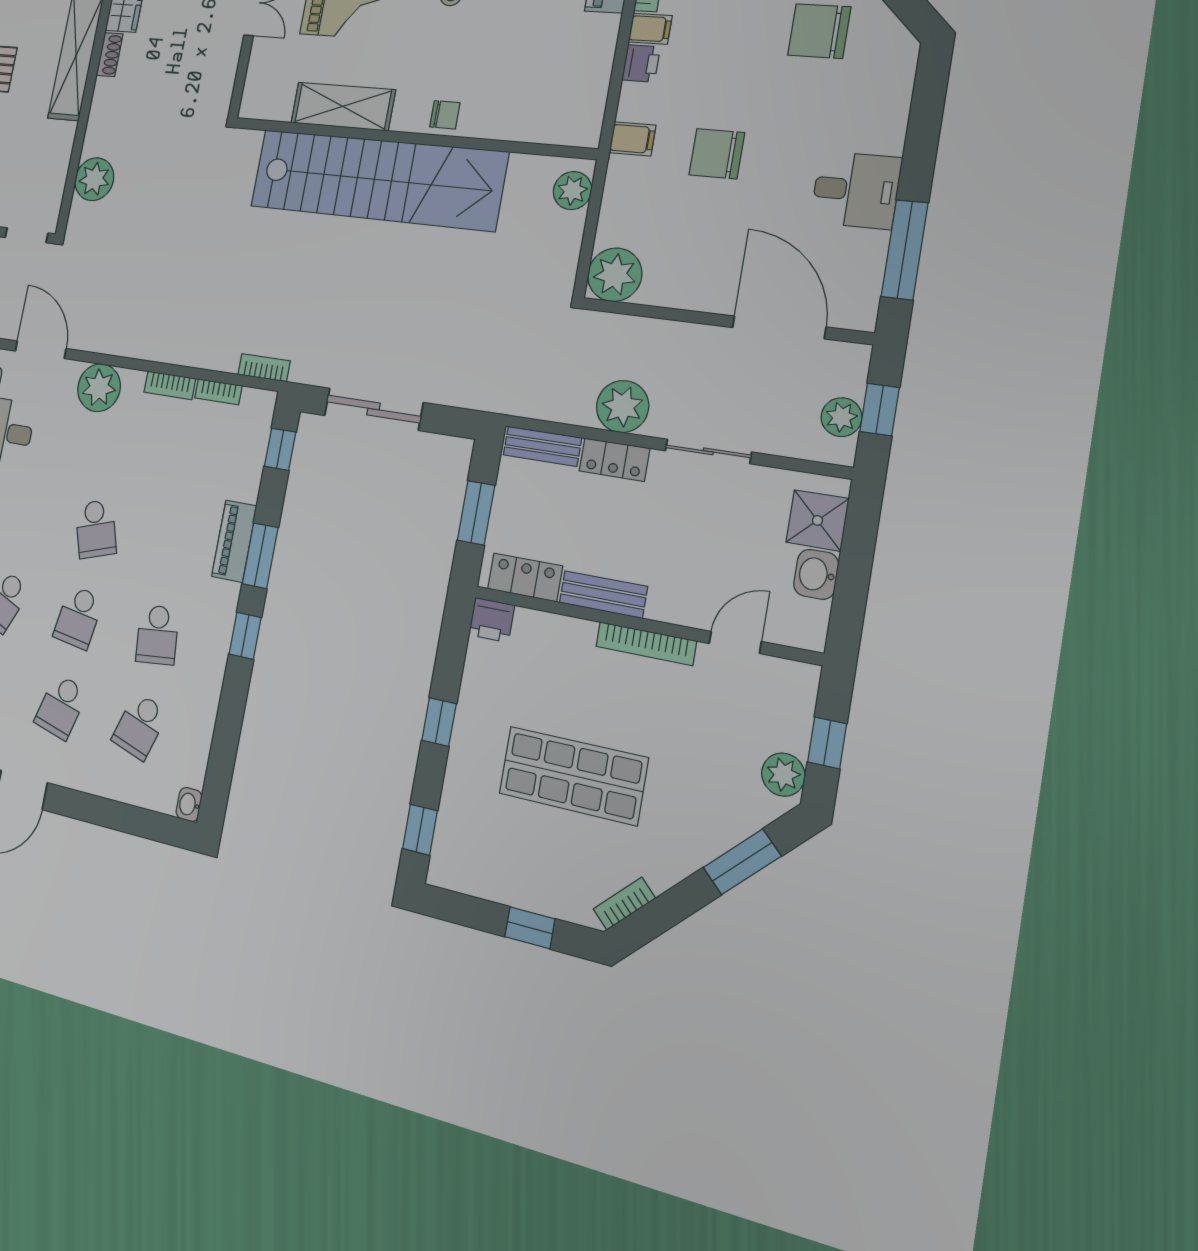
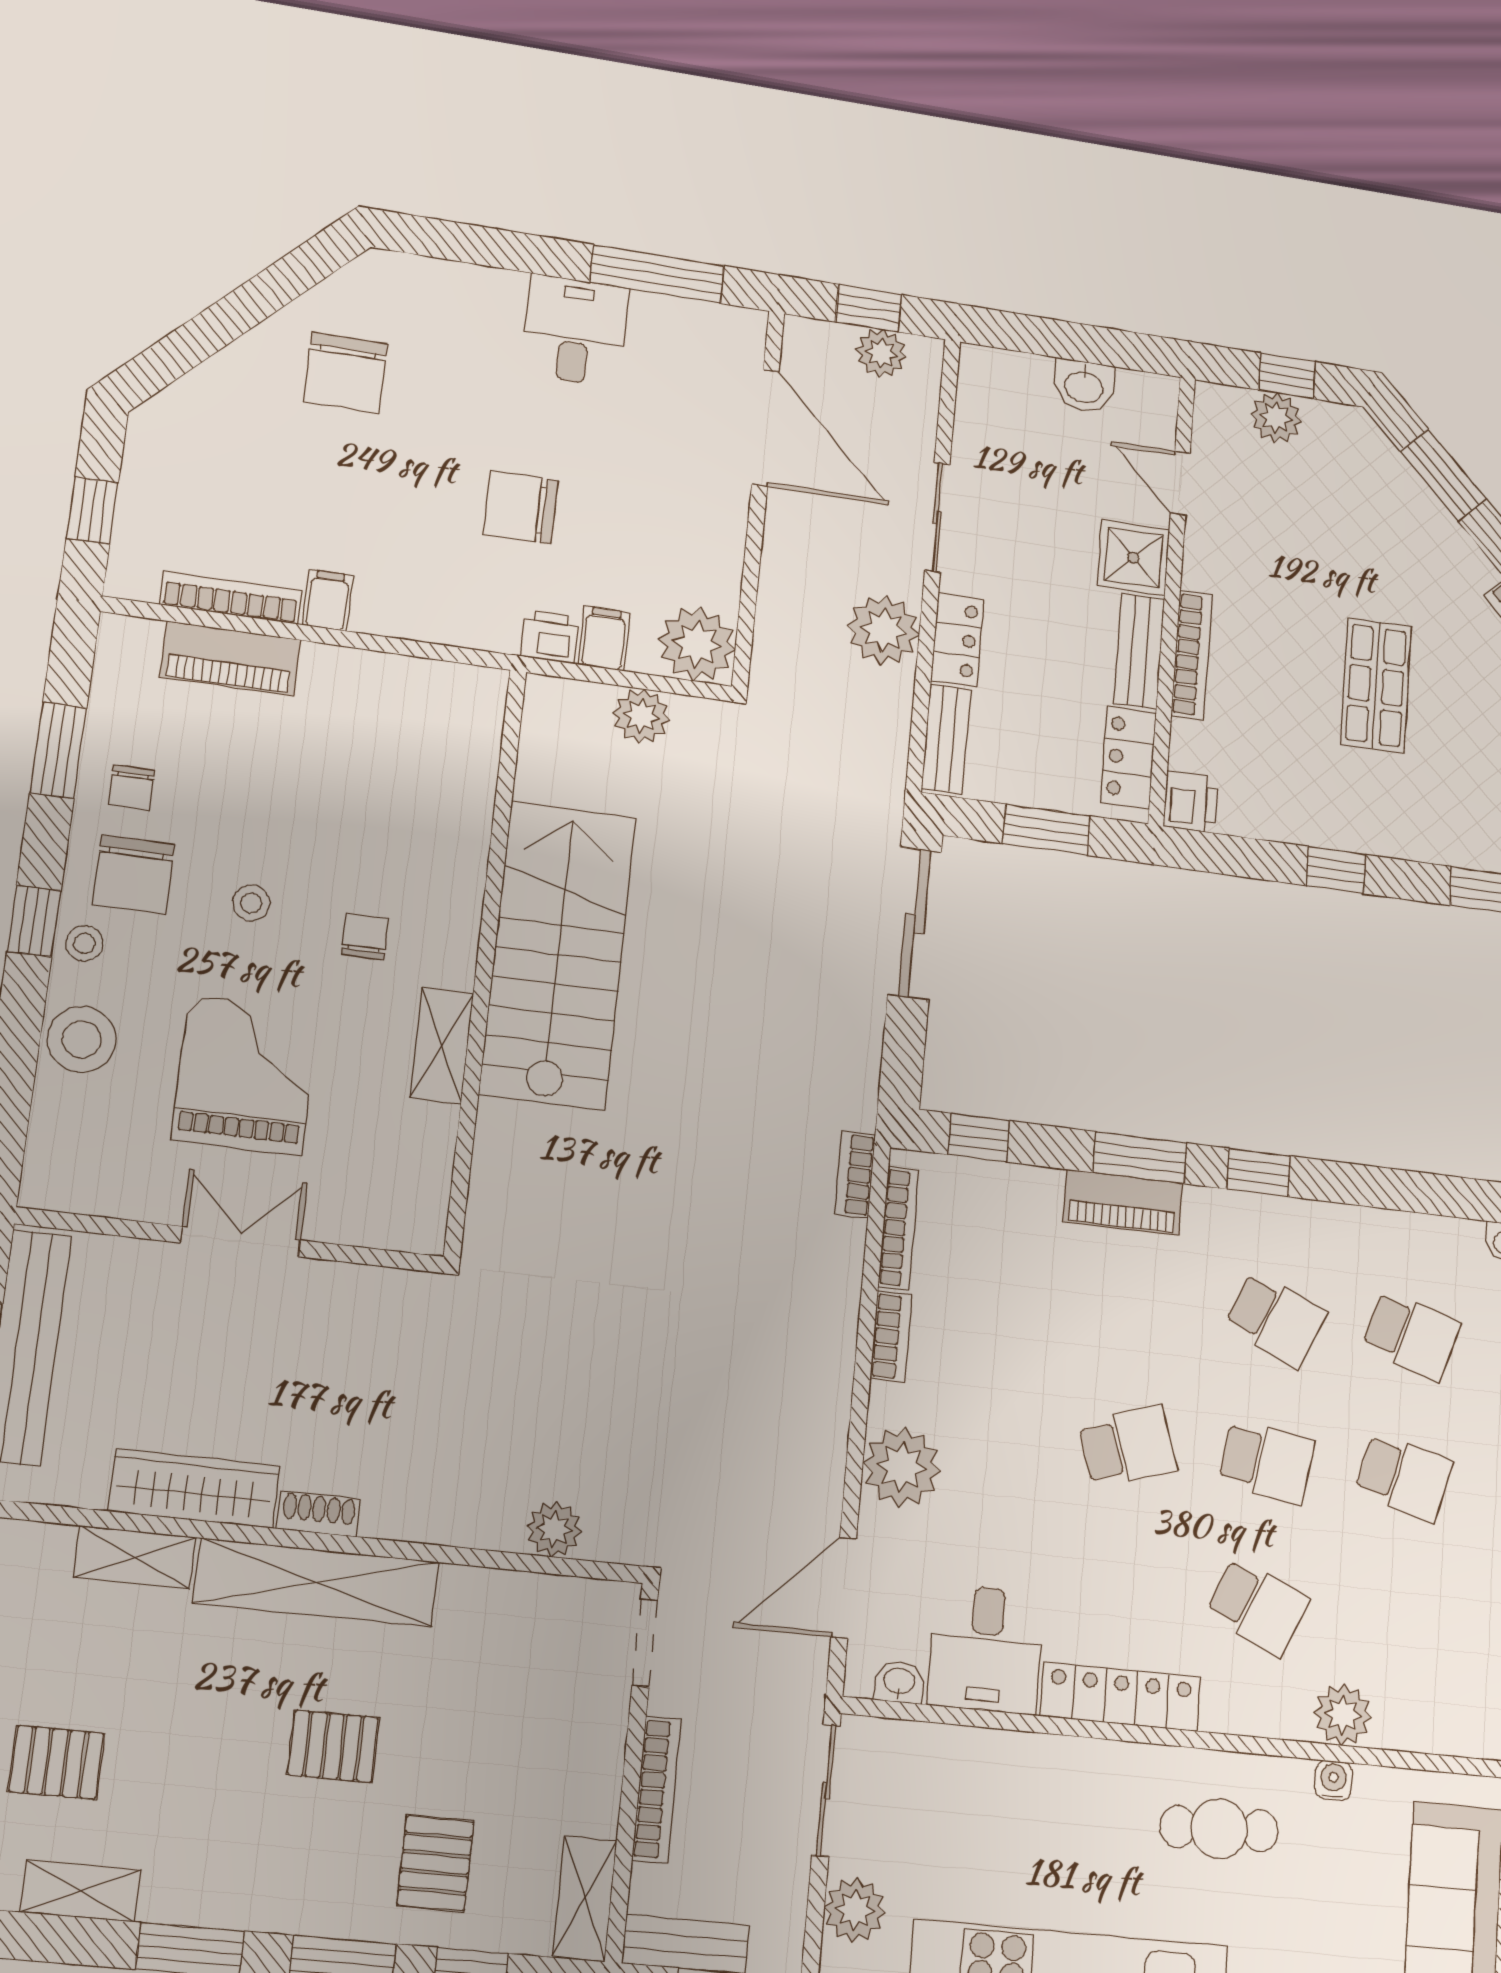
printer: (641, 63) -> (549, 637), moved
shelving: (343, 106) -> (442, 1046), width x0.67, depth x0.75
chair: (445, 115) -> (365, 937), moved
filing cabinet: (632, 139) -> (604, 638), moved
chair: (717, 154) -> (521, 507), turned 90
plant: (94, 179) -> (554, 1529), width x0.73, depth x0.73
stairs: (377, 180) -> (558, 954), width x0.73
plant: (572, 191) -> (641, 716), moved
door: (779, 327) -> (765, 428), swing flipped
bookcase: (218, 392) -> (899, 1228), width x1.56
sliding door: (373, 409) -> (915, 923), moved
shower: (817, 520) -> (1133, 558), moved
school desk: (157, 635) -> (1276, 1319), turned 30
bookcase: (646, 644) -> (1192, 655), moved
plant: (783, 775) -> (1276, 418), moved
shop shelf: (573, 776) -> (1376, 685), width x0.70, depth x0.74

